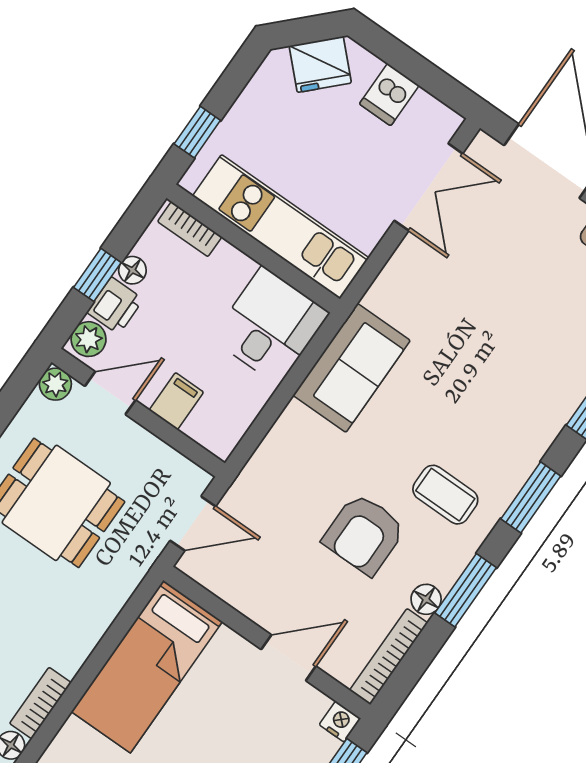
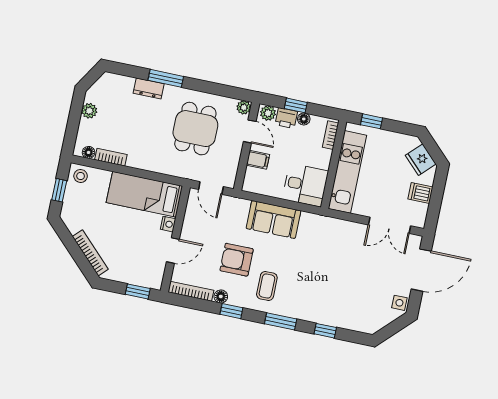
sofa: (352, 368) -> (273, 220), moved
window: (466, 590) -> (231, 311), width x0.67
door: (289, 658) -> (173, 251), hinge flipped
nightstand: (340, 722) -> (168, 224), moved

